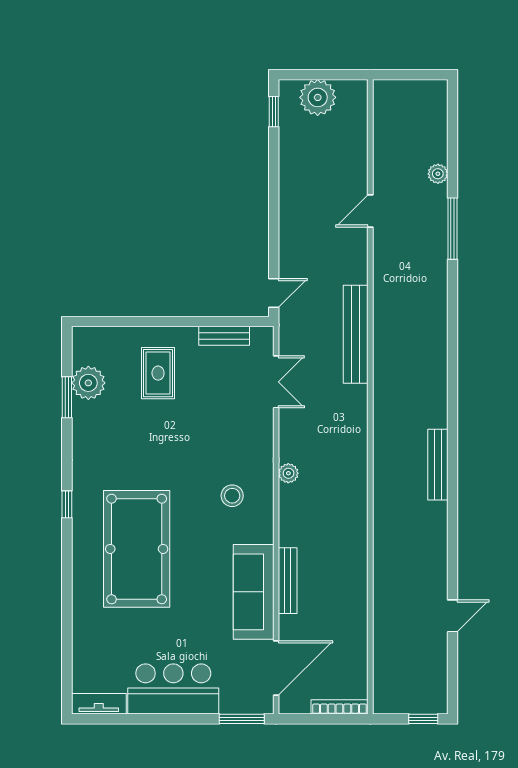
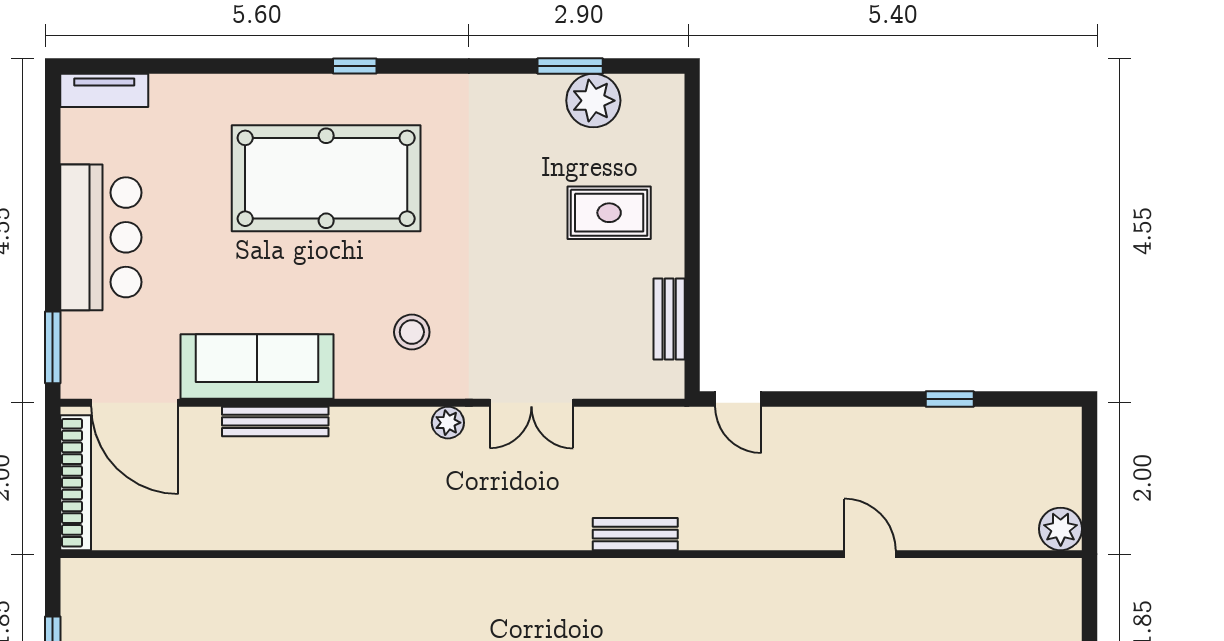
plant: (318, 97) -> (1061, 529), moved, width x0.73, depth x0.73
window: (274, 112) -> (950, 399), moved
bench: (356, 334) -> (635, 534), width x0.54, depth x0.82
double door: (276, 382) -> (531, 403), moved
window: (67, 504) -> (355, 66), moved
tv unit: (99, 704) -> (104, 90), moved, turned 90
bookcase: (339, 707) -> (76, 483), width x1.48, depth x1.31

